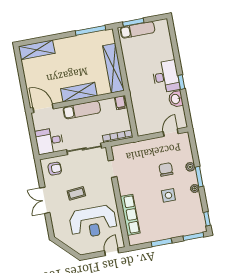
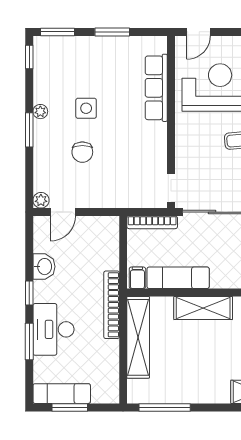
window: (133, 22) -> (70, 407), moved
exam couch: (138, 30) -> (62, 394), moved
window: (176, 54) -> (29, 341), added
desk: (166, 77) -> (53, 329), moved
bookcase: (132, 84) -> (112, 305), added
exam couch: (82, 110) -> (178, 278), moved
plant: (190, 167) -> (41, 200), moved
doorway: (113, 169) -> (171, 188), moved

